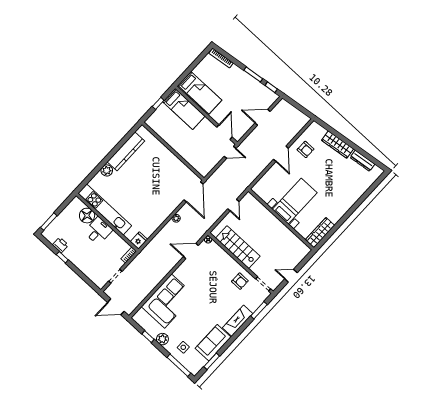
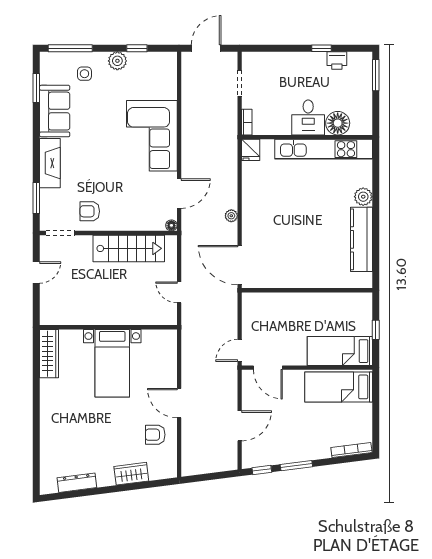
wardrobe: (338, 145) -> (131, 474), width x0.67
corner sofa: (168, 301) -> (152, 136), moved

